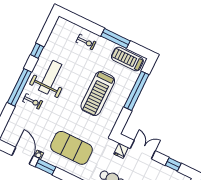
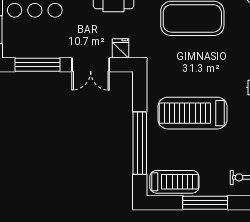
treadmill: (98, 93) -> (192, 113), turned -90
window: (173, 164) -> (38, 65), width x2.17

